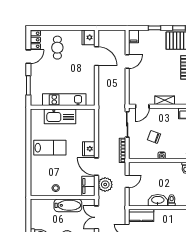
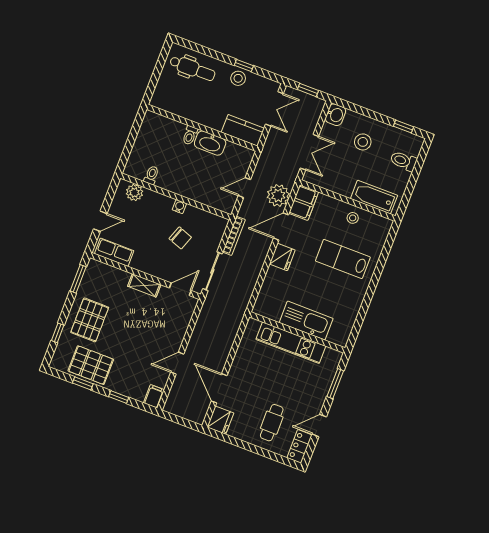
lab bench: (50, 148) -> (343, 259), moved
door: (96, 167) -> (281, 226), swing flipped
bathtub: (68, 205) -> (374, 197), moved

